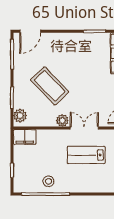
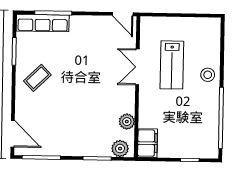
coffee table: (50, 86) -> (37, 78), moved, width x0.54, depth x0.58
plant: (62, 120) -> (127, 122), moved
stool: (48, 181) -> (208, 75), moved

